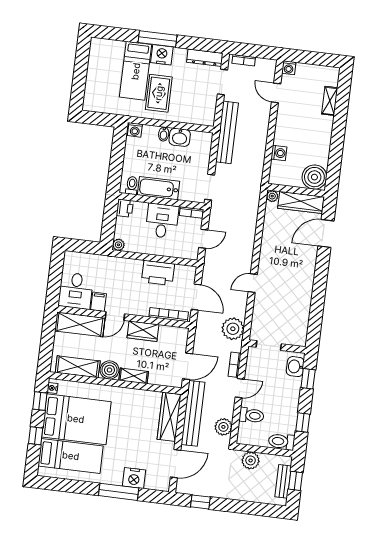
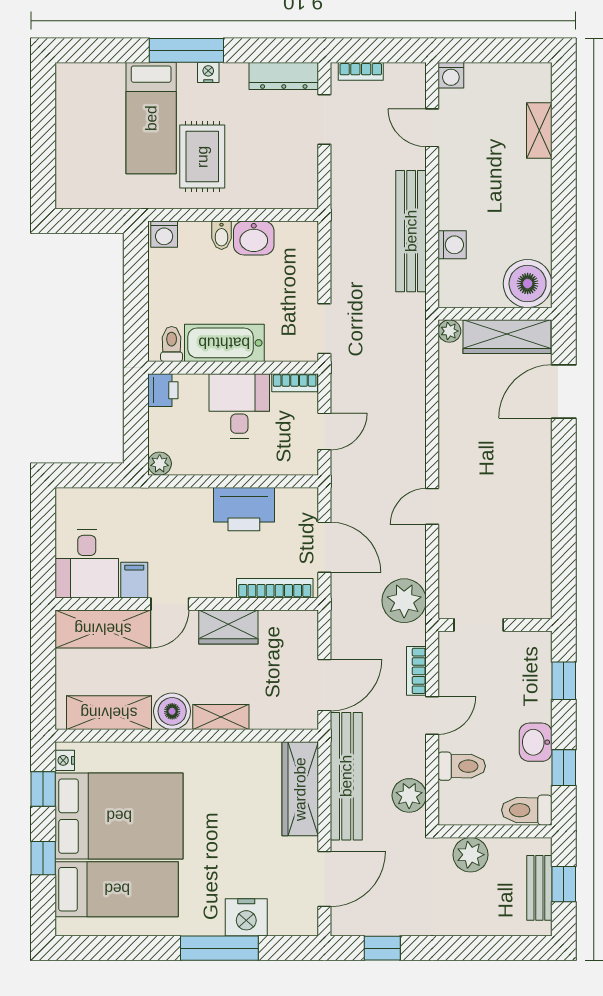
nightstand: (162, 55) -> (208, 72), width x0.53, depth x0.56
bench: (227, 132) -> (411, 231), moved
washbasin: (295, 367) -> (536, 742), moved

